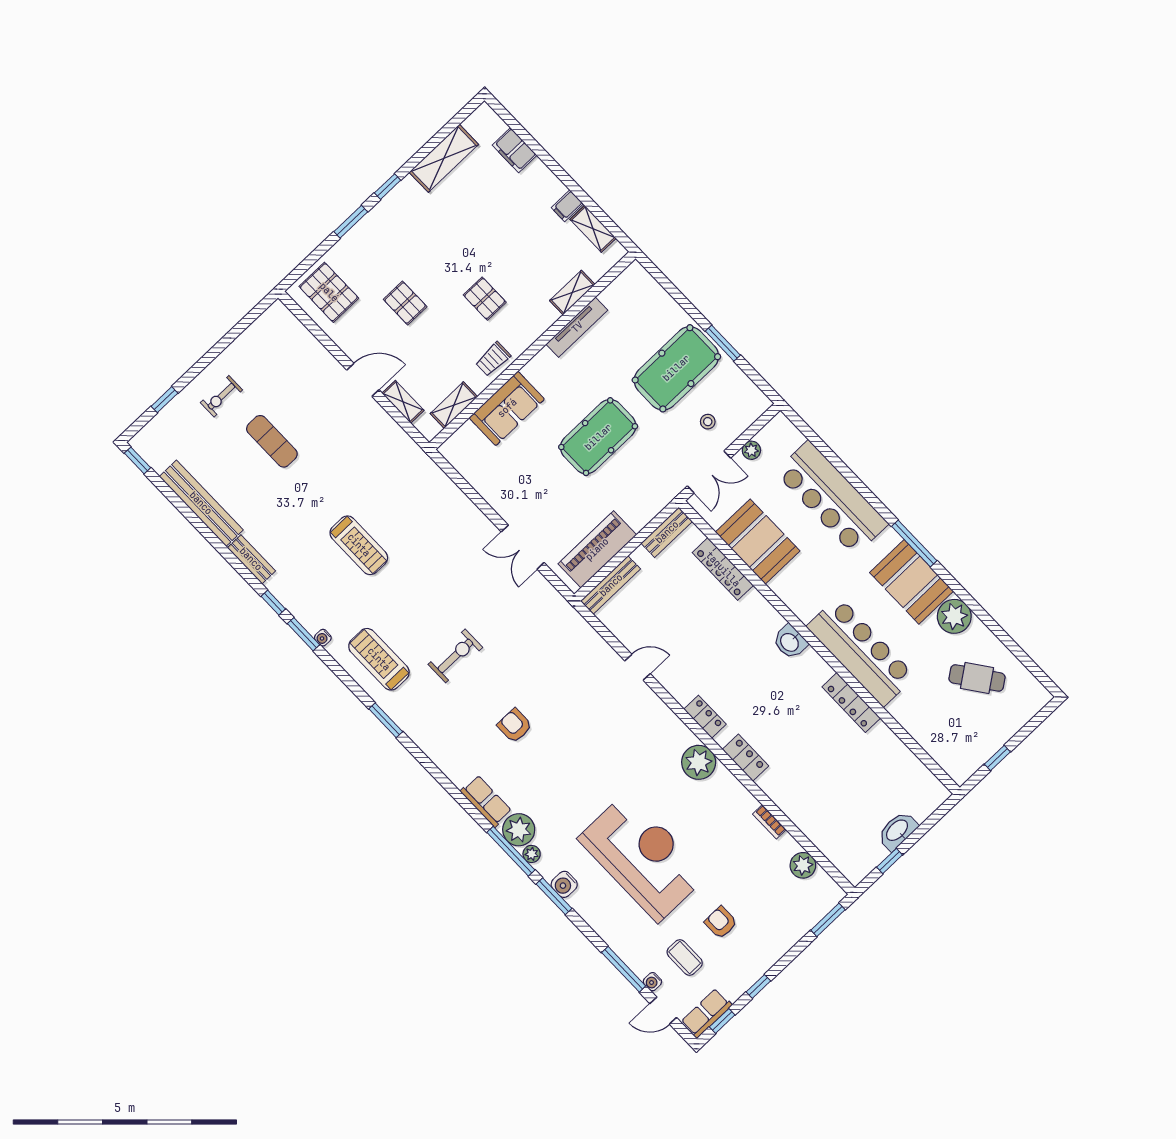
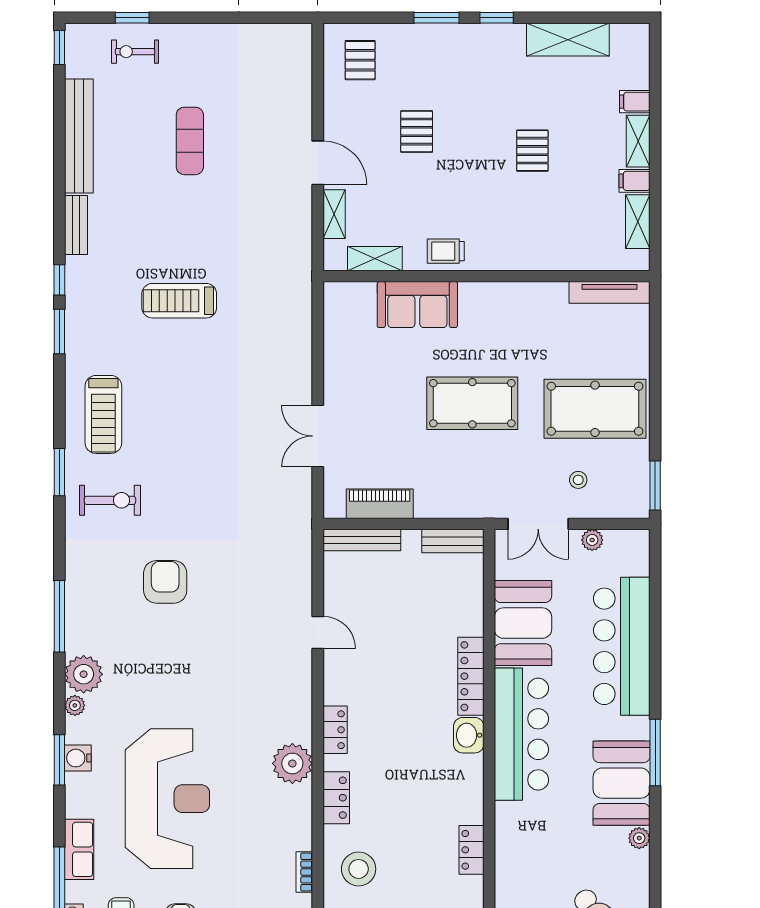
filing cabinet: (515, 150) -> (635, 102), width x0.50
pallet: (329, 292) -> (360, 60), width x0.67, depth x0.71
shelving: (572, 293) -> (638, 141), moved, turned 90
pallet: (485, 299) -> (532, 151), moved
tv unit: (577, 327) -> (610, 292), moved
window: (723, 343) -> (655, 486), moved
exercise bike: (221, 396) -> (135, 52), moved
treadmill: (359, 545) -> (179, 301), turned 90
piano: (597, 549) -> (380, 504), width x0.73, depth x0.75
locker: (723, 569) -> (471, 676), moved
plant: (954, 616) -> (639, 838), width x0.53, depth x0.53
water cooler: (323, 638) -> (73, 350), removed
bar counter: (861, 651) -> (521, 734), moved
exercise bike: (455, 656) -> (110, 500), moved
treadmill: (379, 659) -> (103, 414), turned 180
locker: (851, 703) -> (471, 850), width x0.66
armchair: (515, 726) -> (165, 582), width x1.38, depth x1.38
stool: (801, 788) -> (359, 869), added
row of seats: (486, 801) -> (79, 849), moved
window: (511, 851) -> (59, 616), moved

